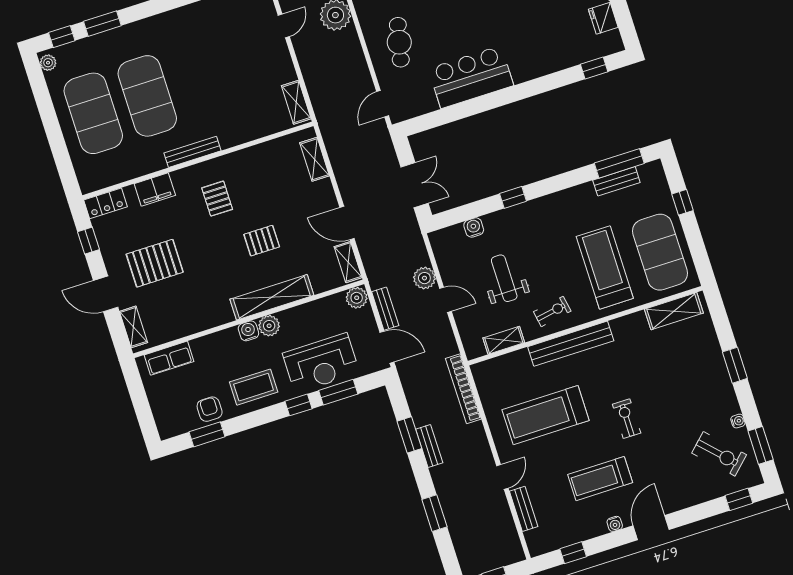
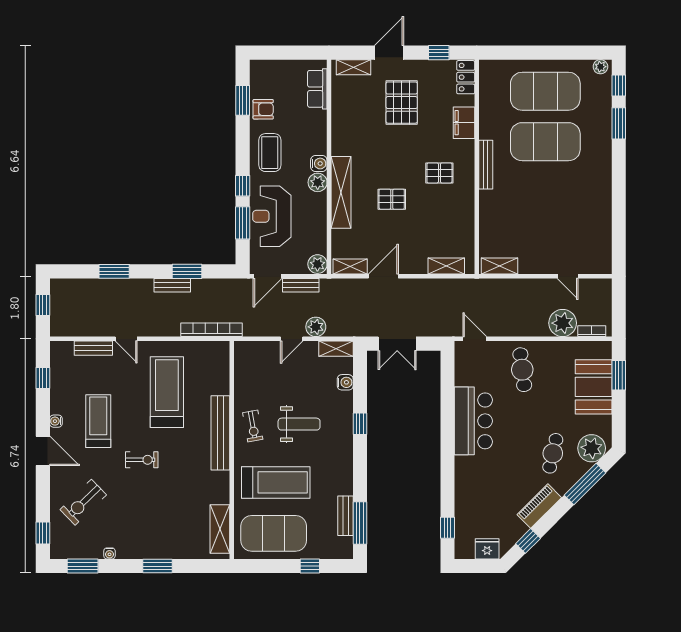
cafe table: (399, 42) -> (522, 370), turned 70
pallet: (262, 241) -> (392, 199), turned 90
weight bench: (504, 278) -> (299, 424), moved
shelving: (504, 340) -> (336, 349), moved, turned 90
exercise bike: (719, 454) -> (83, 502), moved

